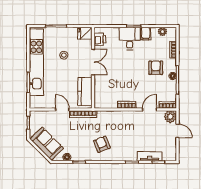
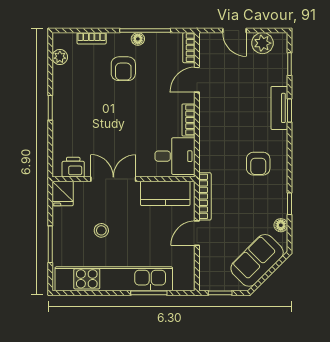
filing cabinet: (146, 34) -> (63, 86), removed
desk: (130, 39) -> (175, 156), moved, turned 180
armchair: (156, 68) -> (123, 69), turned -90
door: (150, 109) -> (197, 80), hinge flipped
plant: (170, 117) -> (262, 43), moved
door: (177, 131) -> (234, 31), swing flipped
armchair: (102, 144) -> (258, 164), turned -68
tv unit: (150, 156) -> (279, 108), moved

